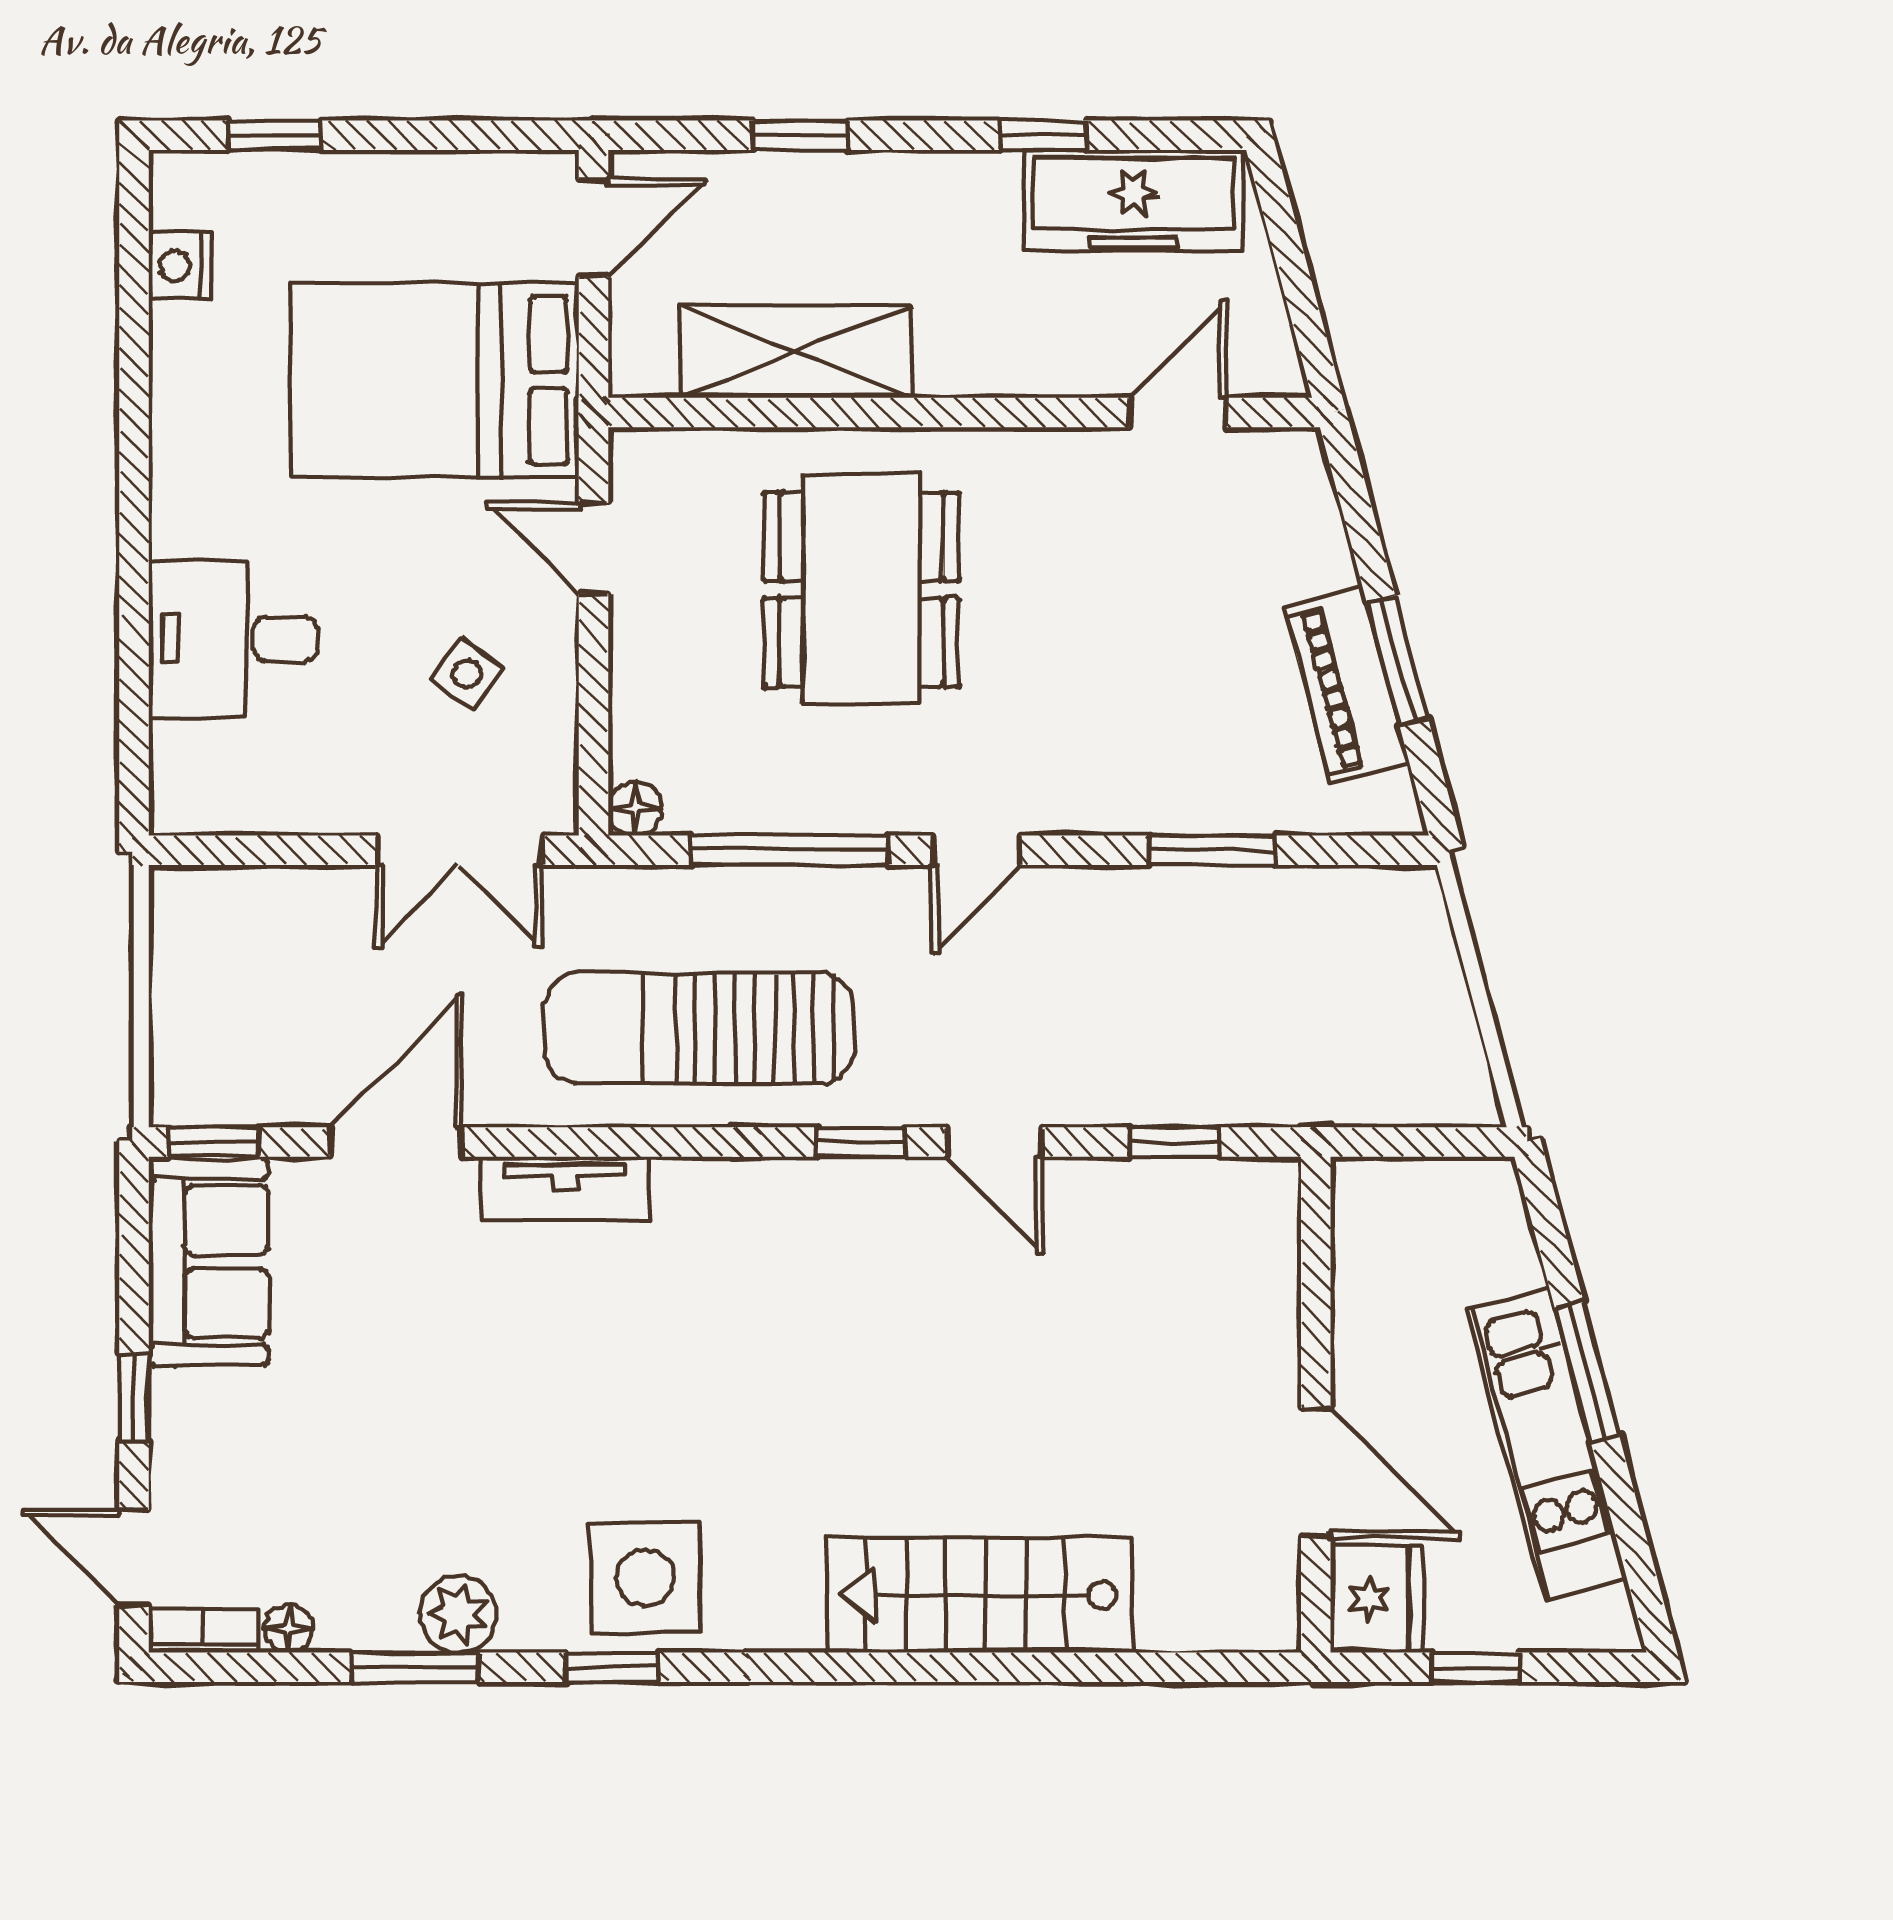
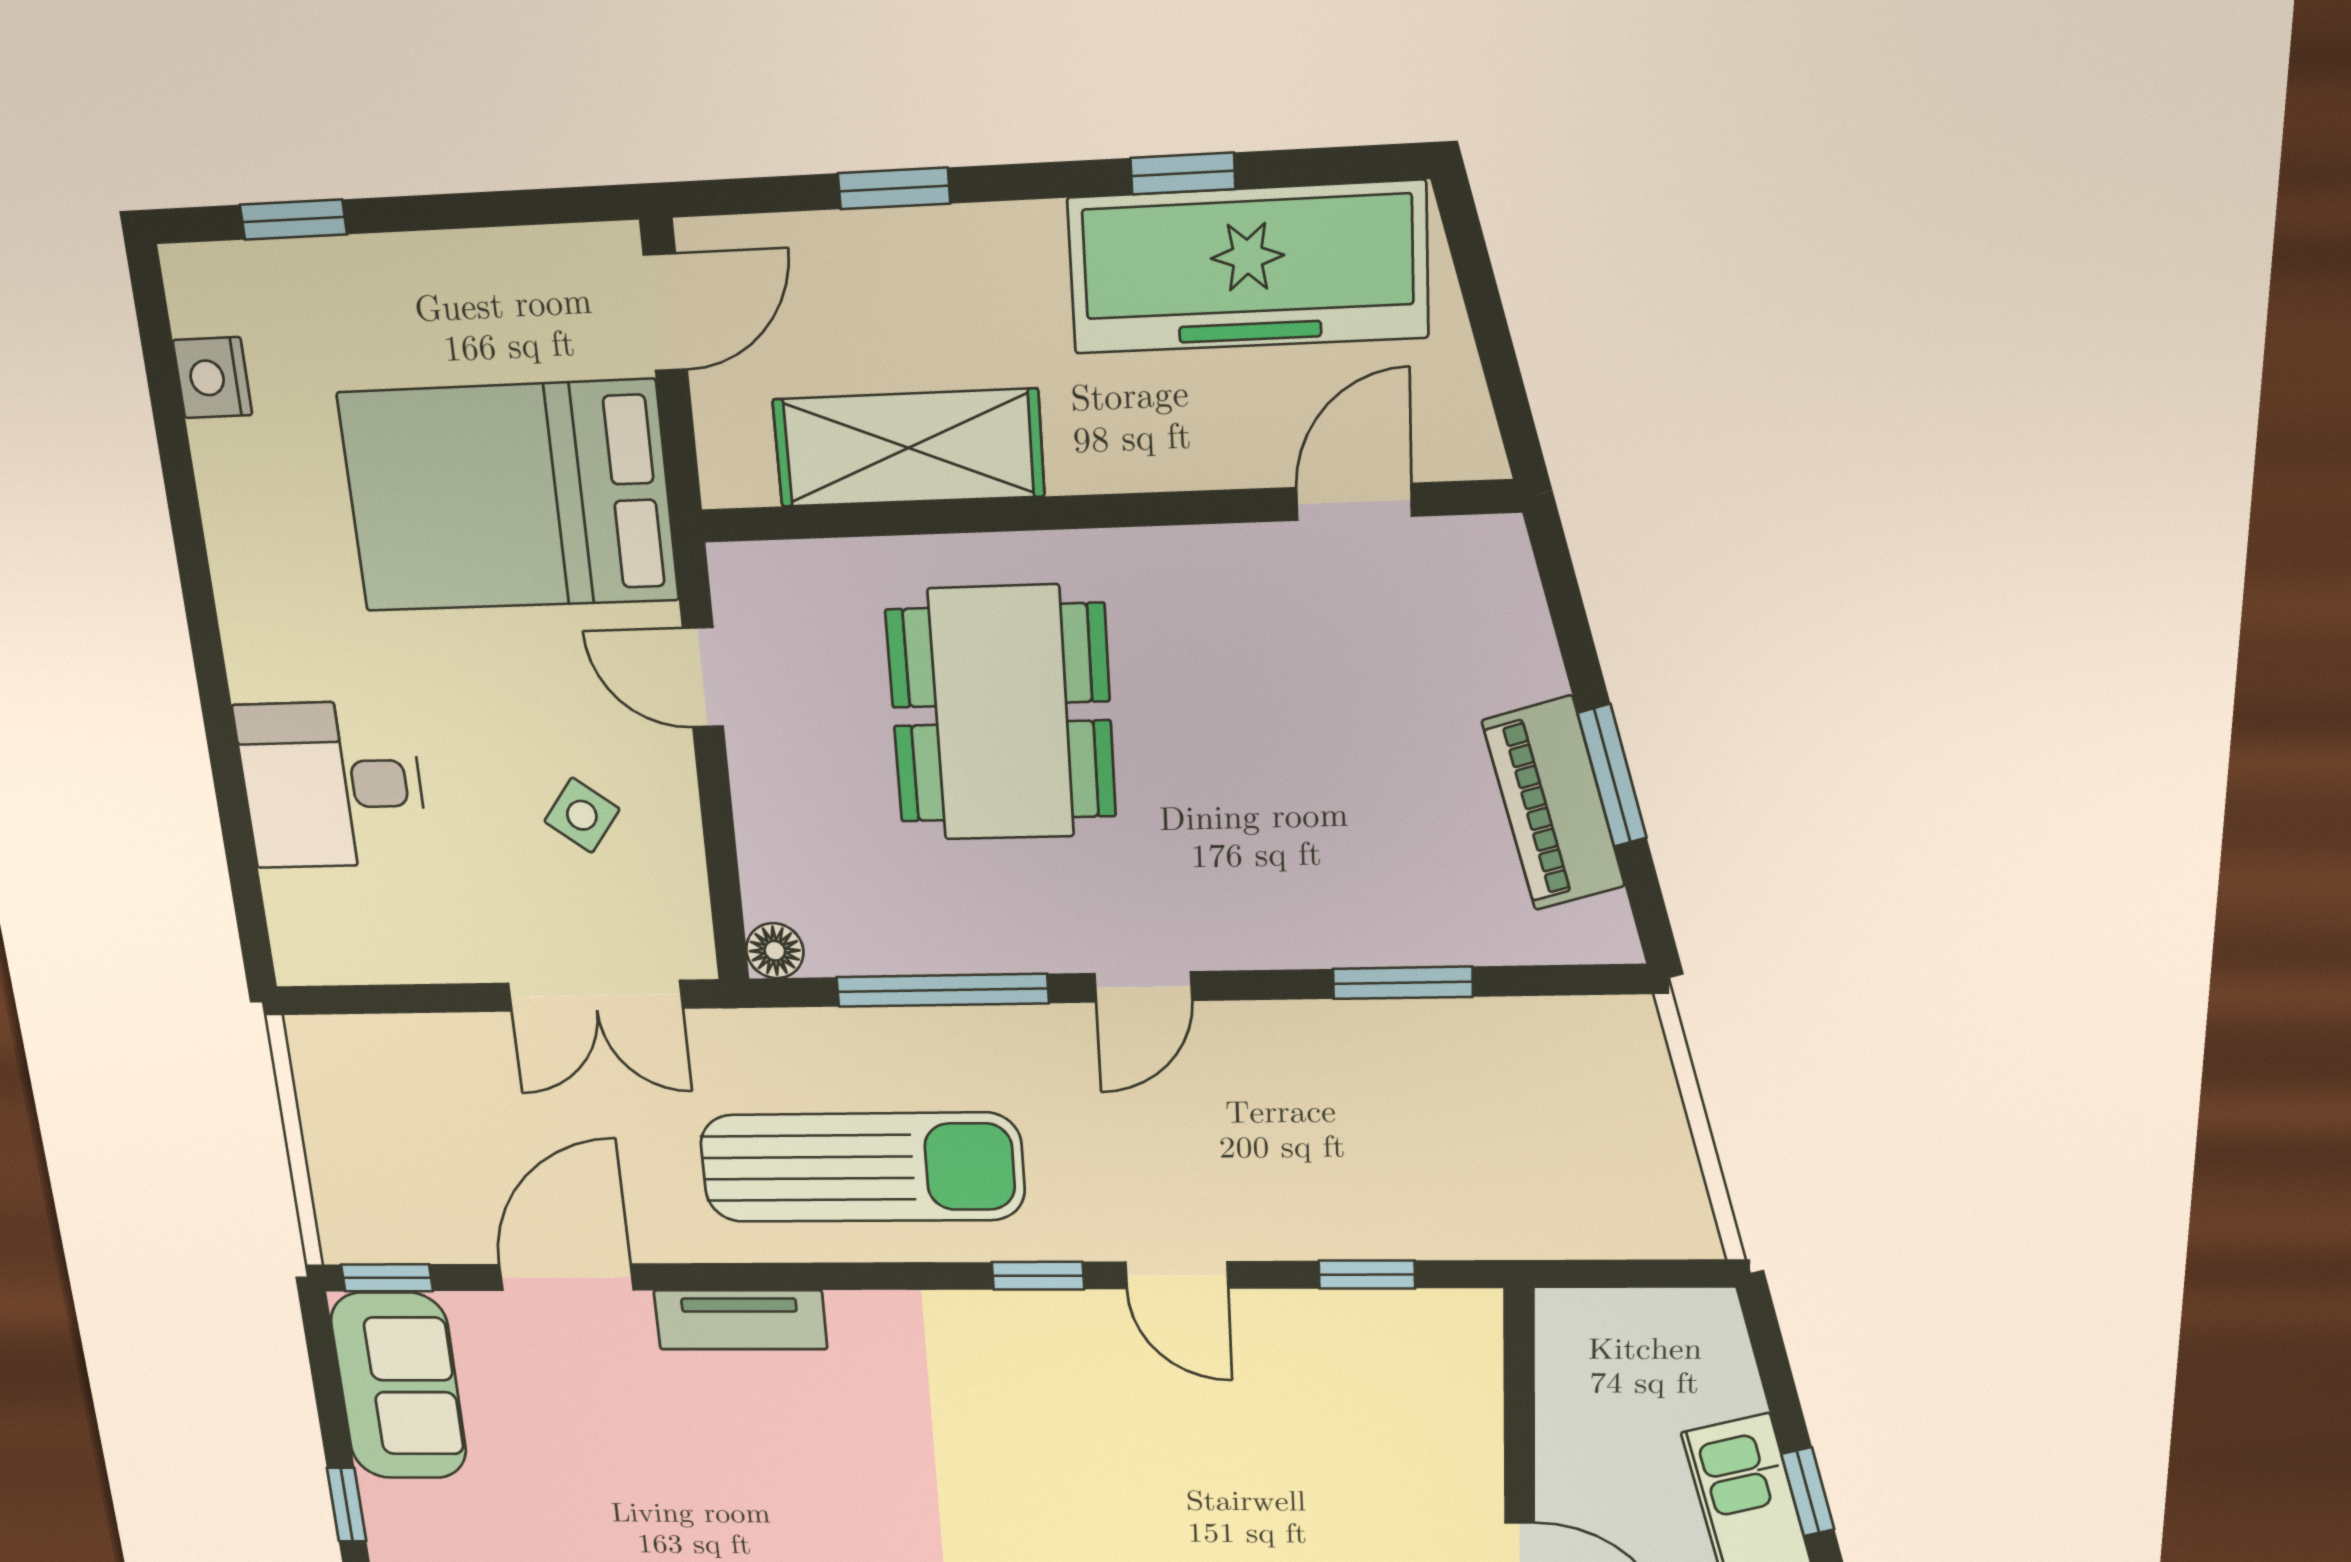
freezer: (1134, 200) -> (1248, 268), width x1.36, depth x1.26
sun lounger: (699, 1028) -> (862, 1167), turned 180
window: (1587, 1372) -> (1808, 1492), width x0.67

